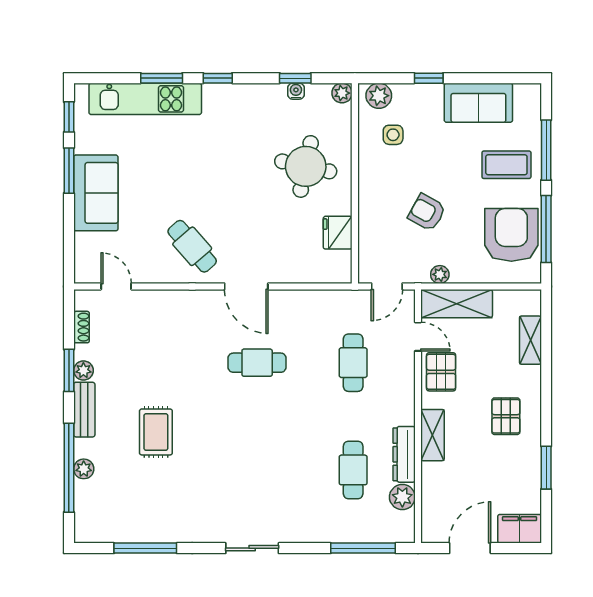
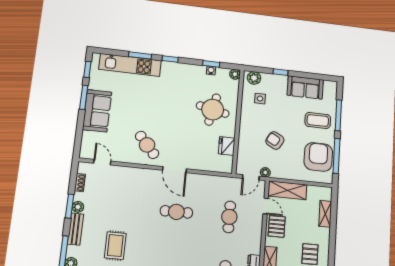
plant: (440, 274) -> (265, 172), moved

